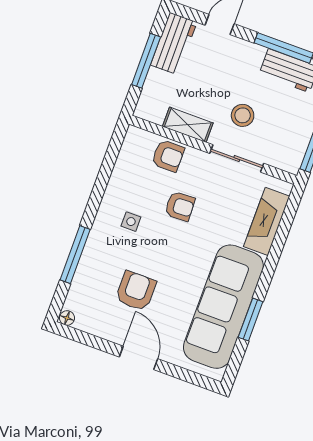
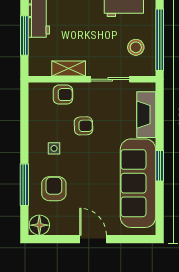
stool: (243, 115) -> (136, 47), moved
armchair: (136, 291) -> (54, 189), moved
floor lamp: (67, 318) -> (39, 225), width x1.89, depth x1.89
window: (251, 319) -> (160, 166), moved

